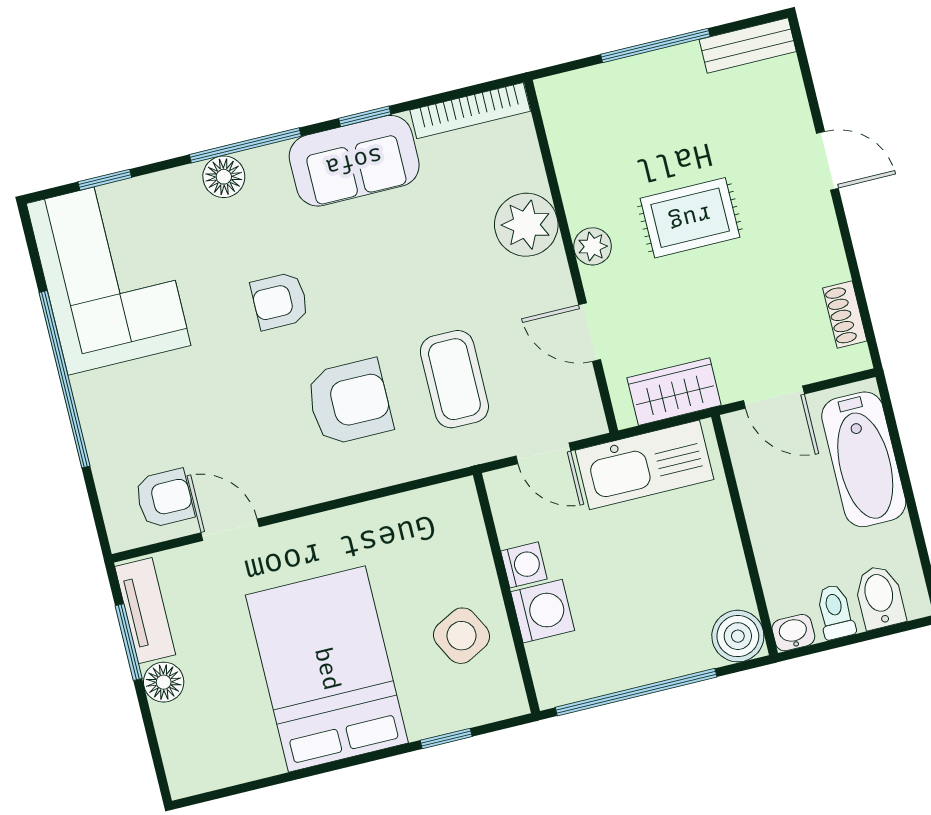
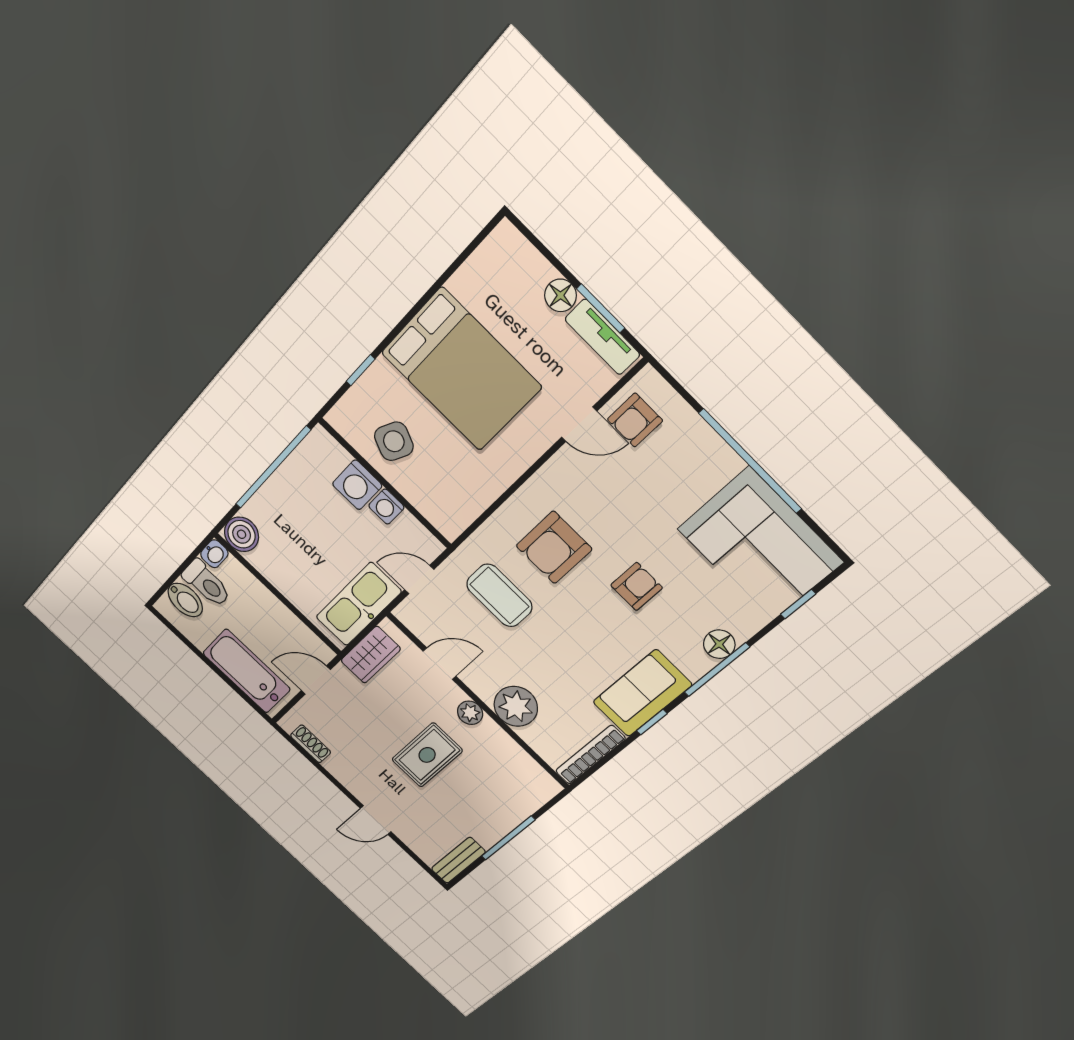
toilet: (835, 612) -> (207, 583), width x1.37, depth x1.39
side table: (462, 636) -> (394, 441), turned -38

